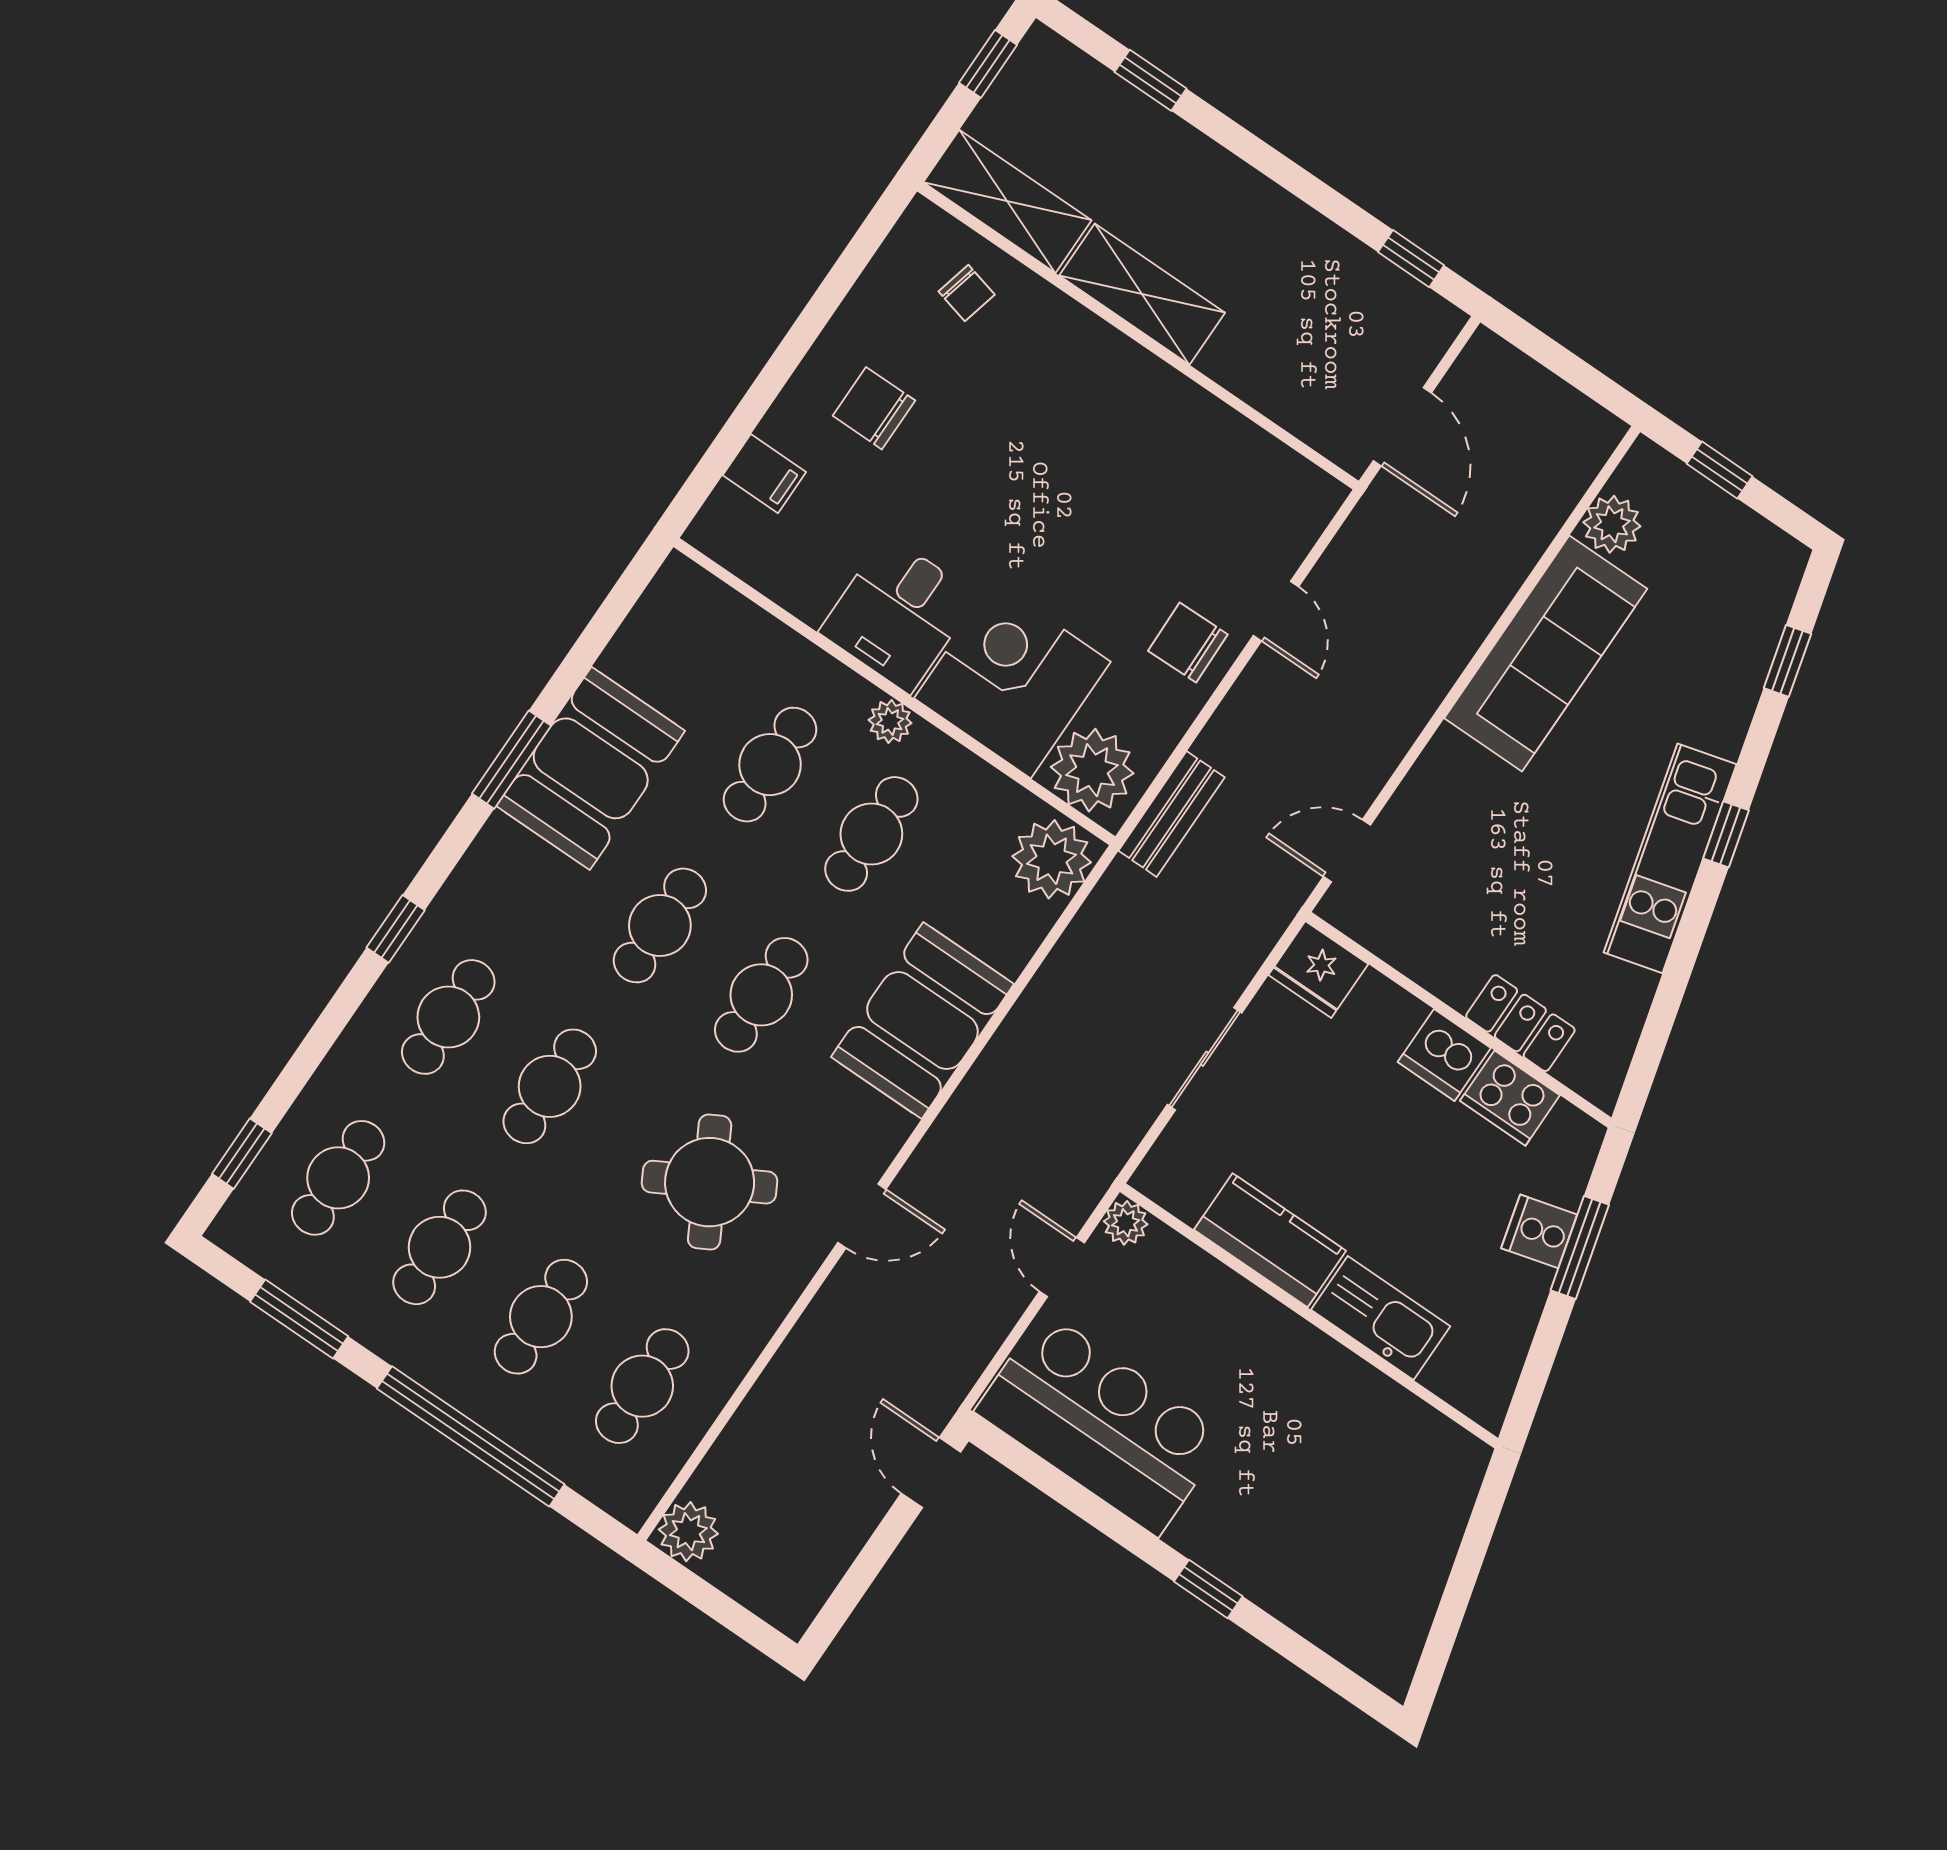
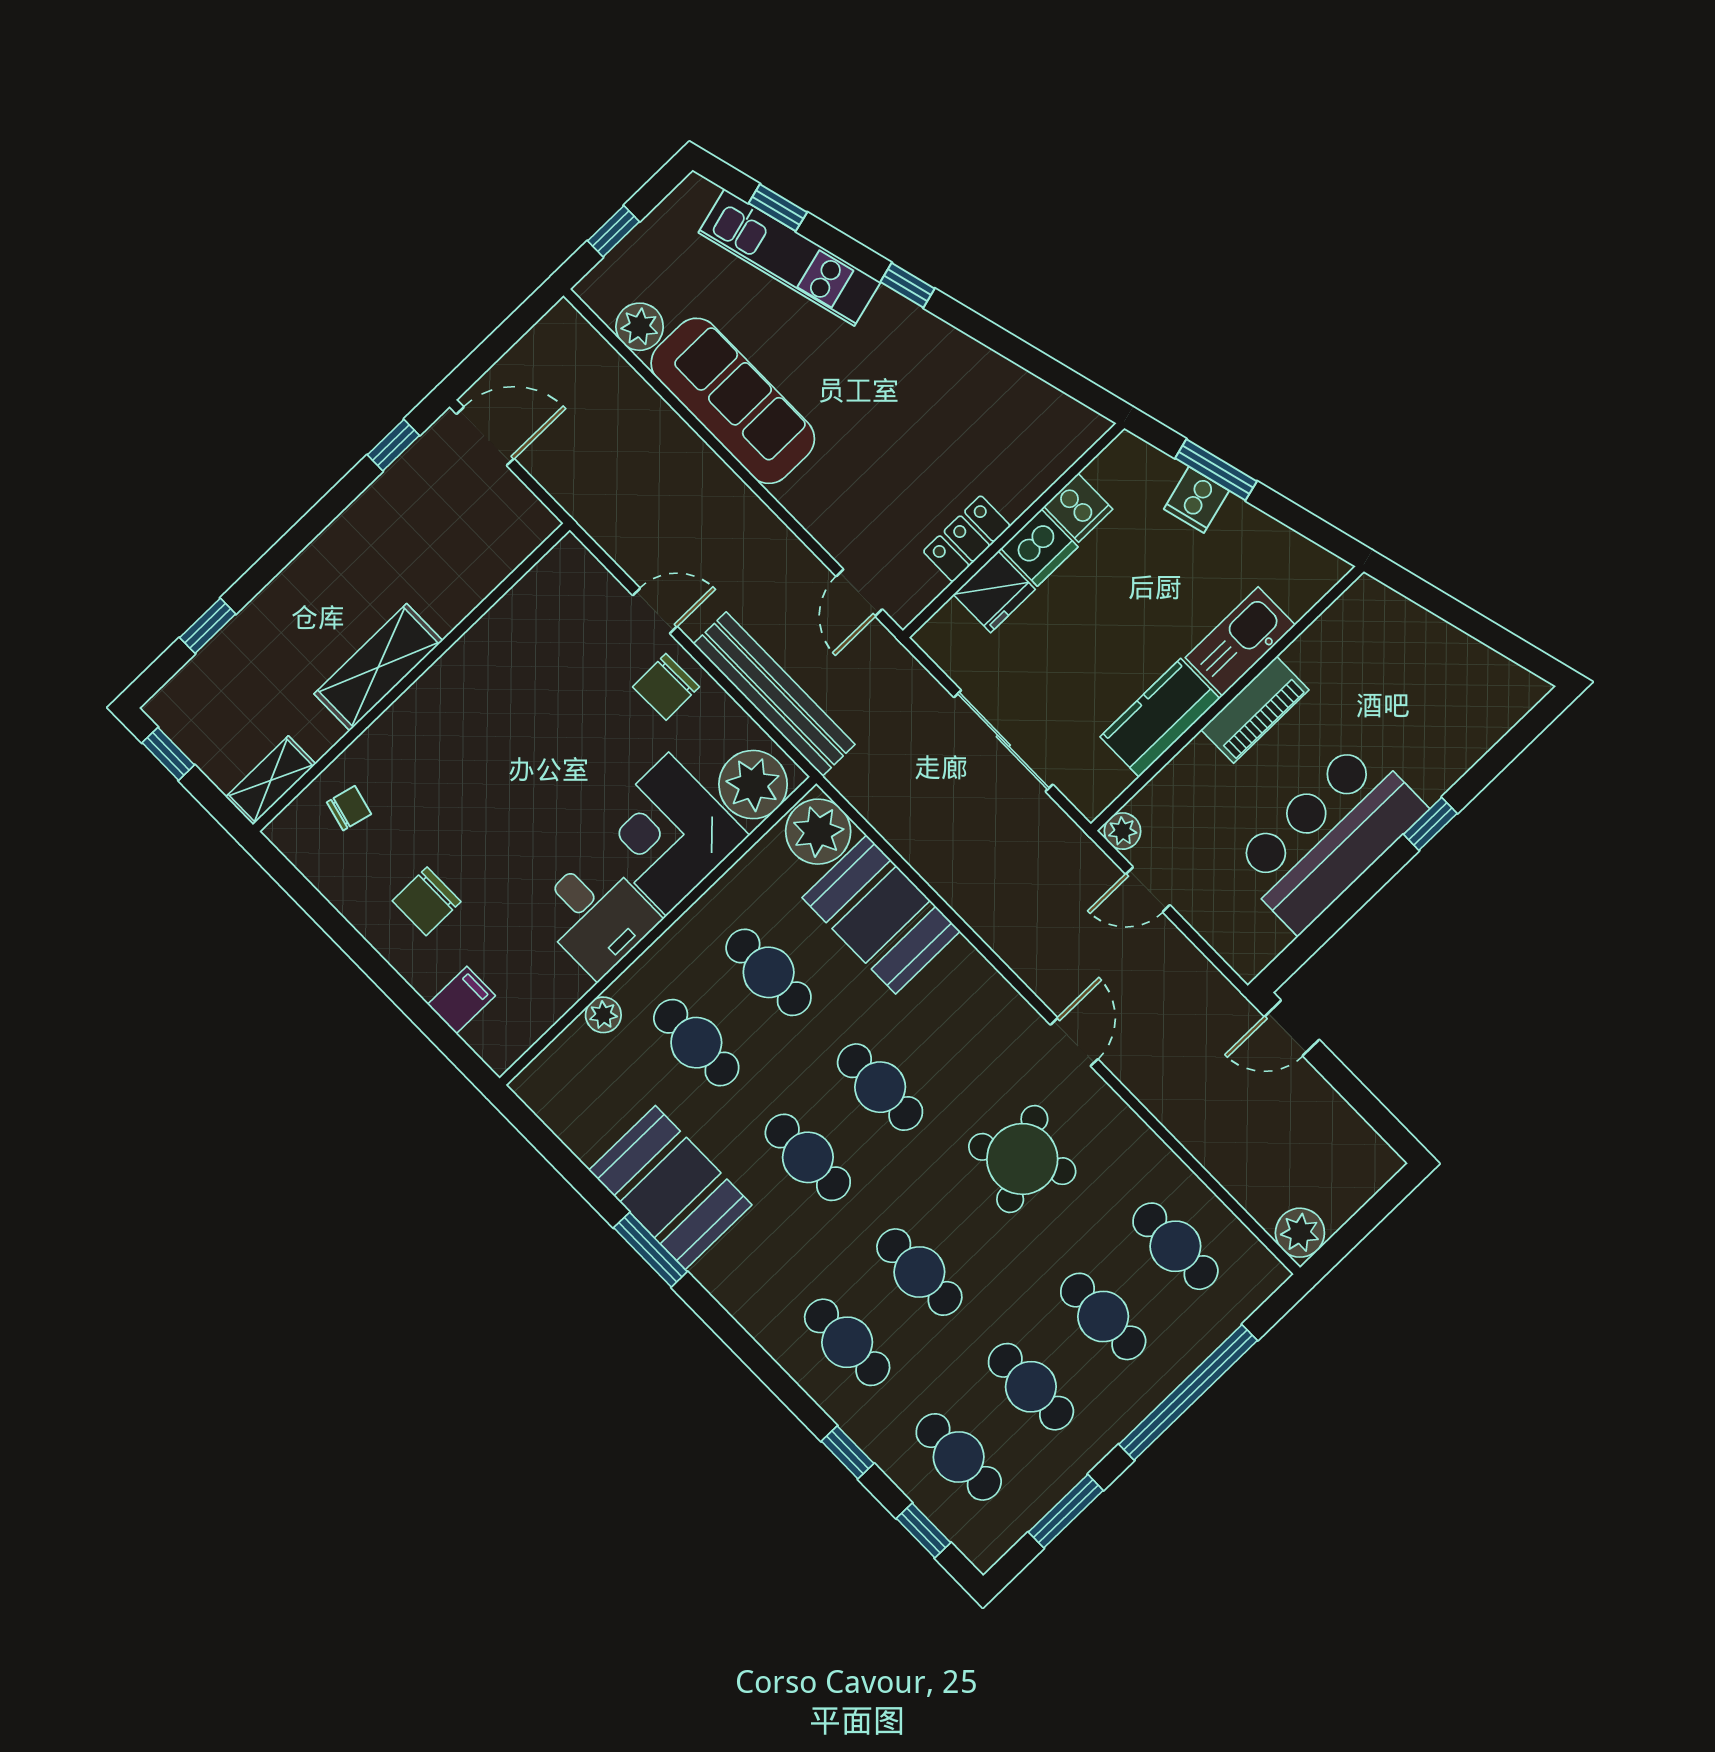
shelving: (1007, 201) -> (271, 780), width x0.67, depth x0.75
door: (1402, 427) -> (485, 436), moved
plant: (890, 722) -> (603, 1015), moved
bench: (1172, 814) -> (774, 694), width x1.86, depth x1.21
kitchen unit: (1670, 858) -> (789, 257), moved
window: (396, 929) -> (848, 1452), moved
fridge: (1318, 969) -> (994, 592), moved
booth: (922, 1021) -> (881, 914), moved
locker: (1520, 1023) -> (967, 539), moved
sliding door: (1205, 1059) -> (1003, 741), width x1.37
cooker: (1510, 1098) -> (1078, 508), width x0.73
piano: (1302, 1352) -> (1255, 710), added
bar counter: (1101, 1424) -> (1328, 836), moved

